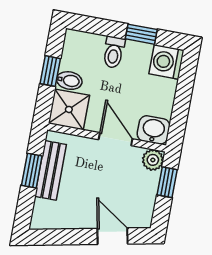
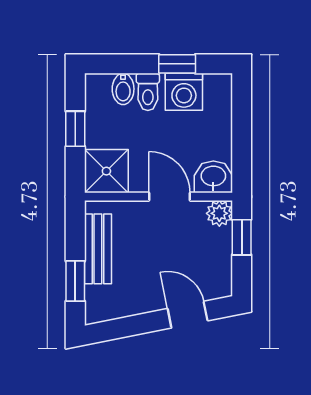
washing machine: (166, 62) -> (184, 92), moved, turned -90
bidet: (69, 81) -> (123, 89), moved, turned 90
window: (32, 171) -> (75, 281), moved

